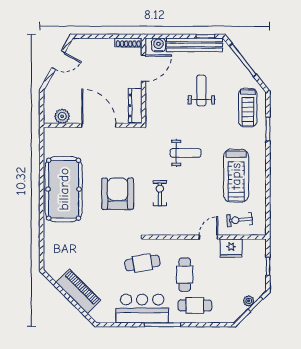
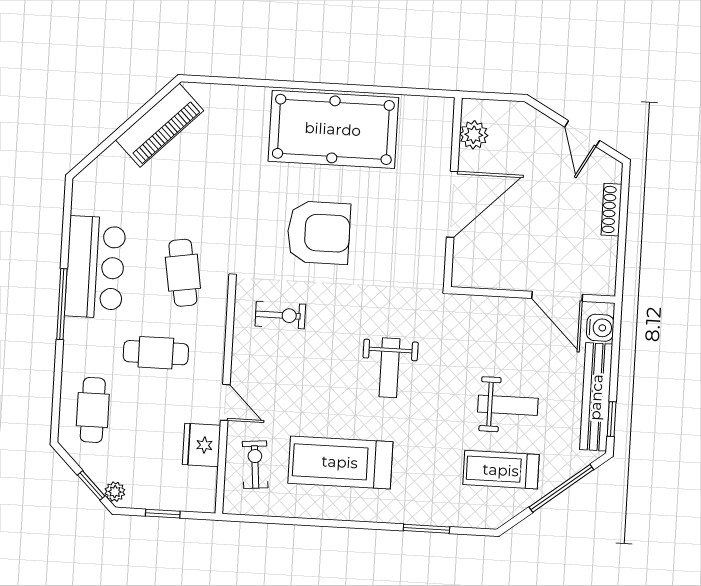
shoe rack: (128, 43) -> (611, 210), moved
dresser: (135, 106) -> (486, 276), removed
treadmill: (248, 108) -> (501, 470), moved
exercise bike: (160, 193) -> (280, 315), moved
piano: (78, 291) -> (160, 125), moved
plant: (249, 301) -> (115, 492), moved
cafe table: (195, 305) -> (93, 410), moved

